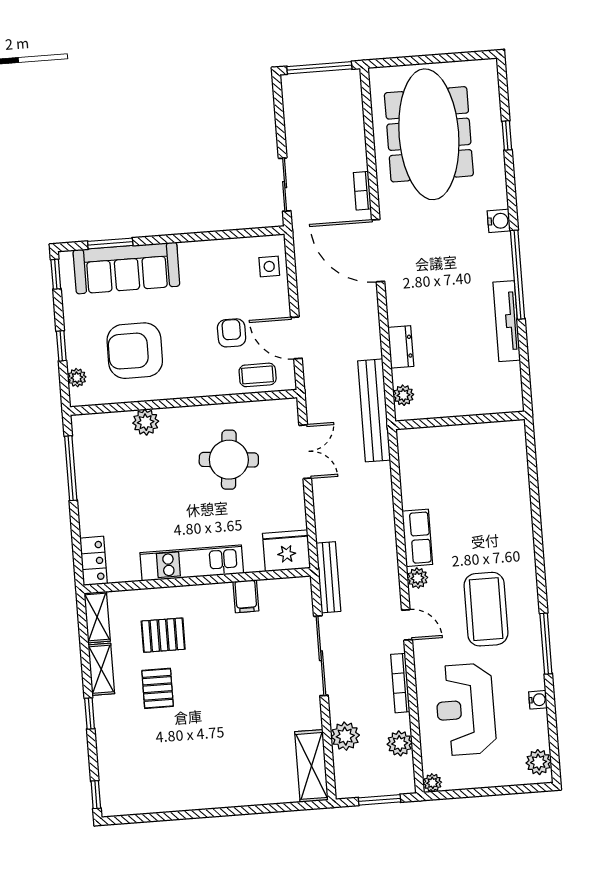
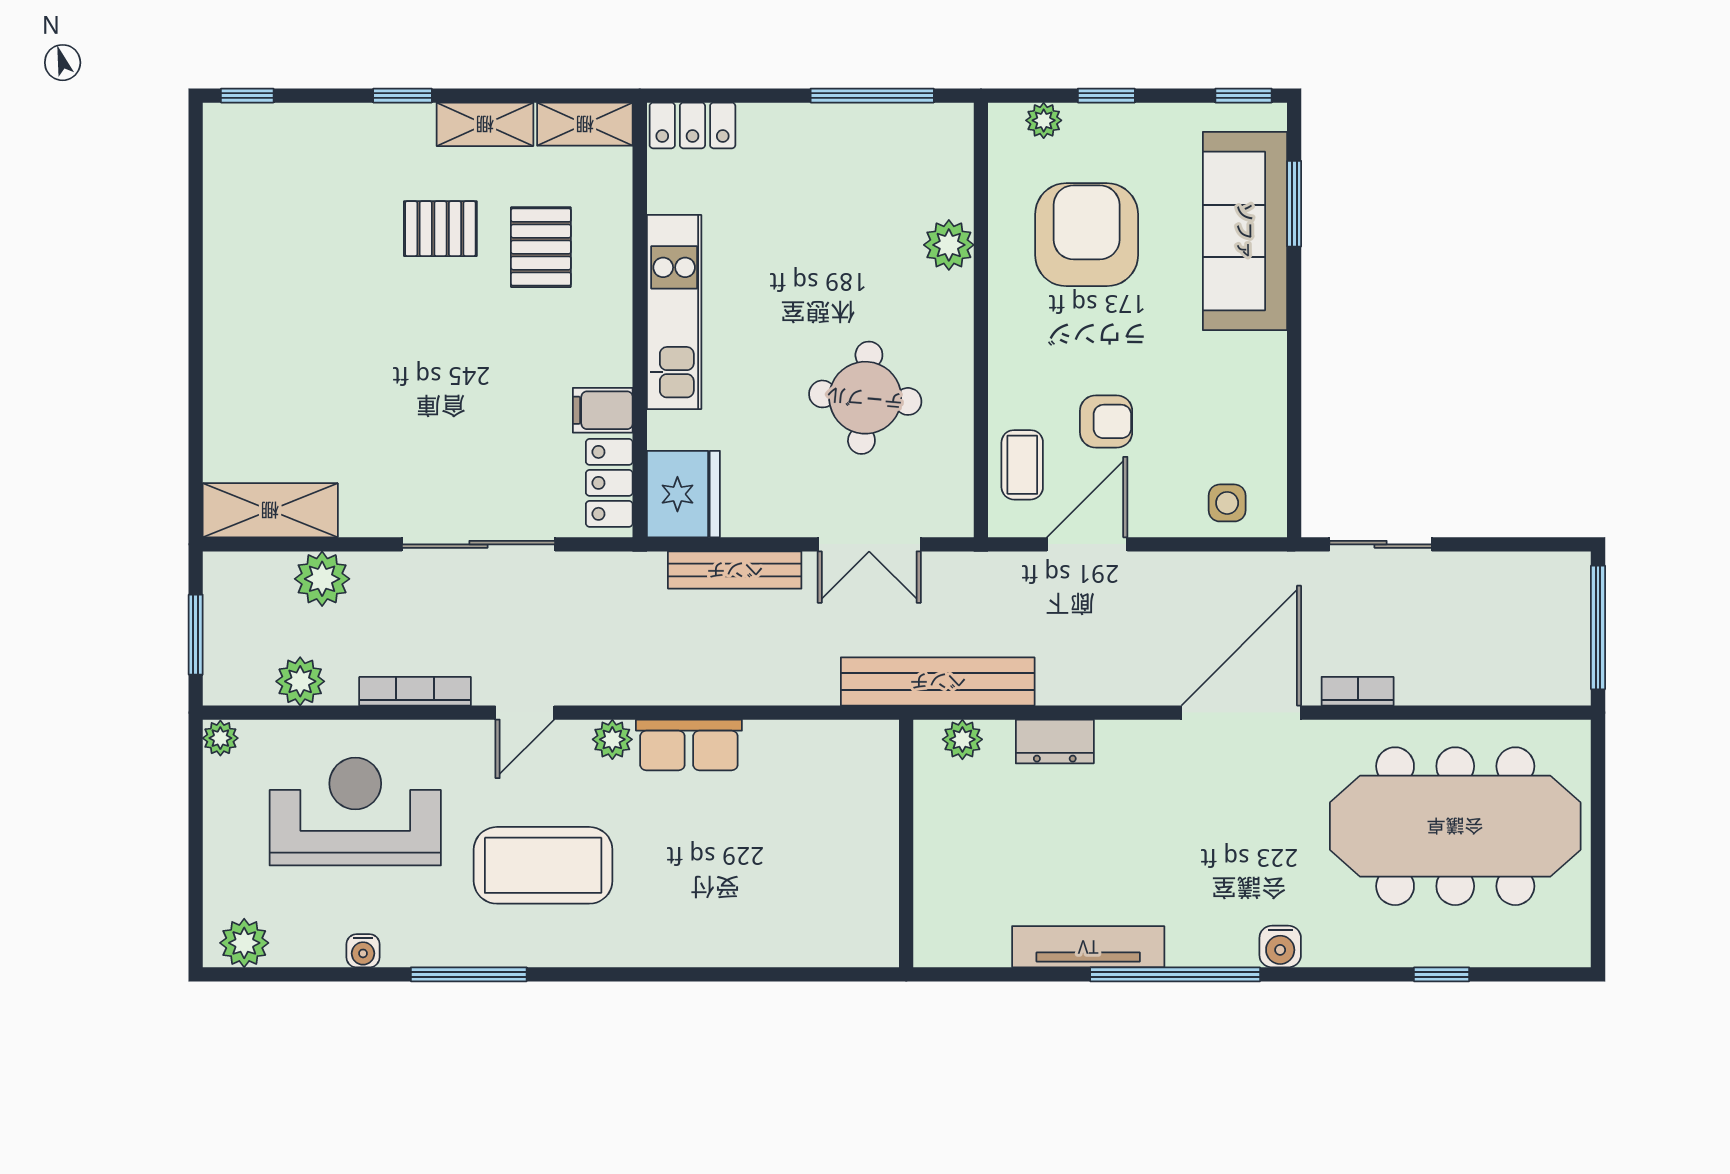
bench: (328, 577) -> (735, 570), moved
locker: (284, 590) -> (609, 483), added

